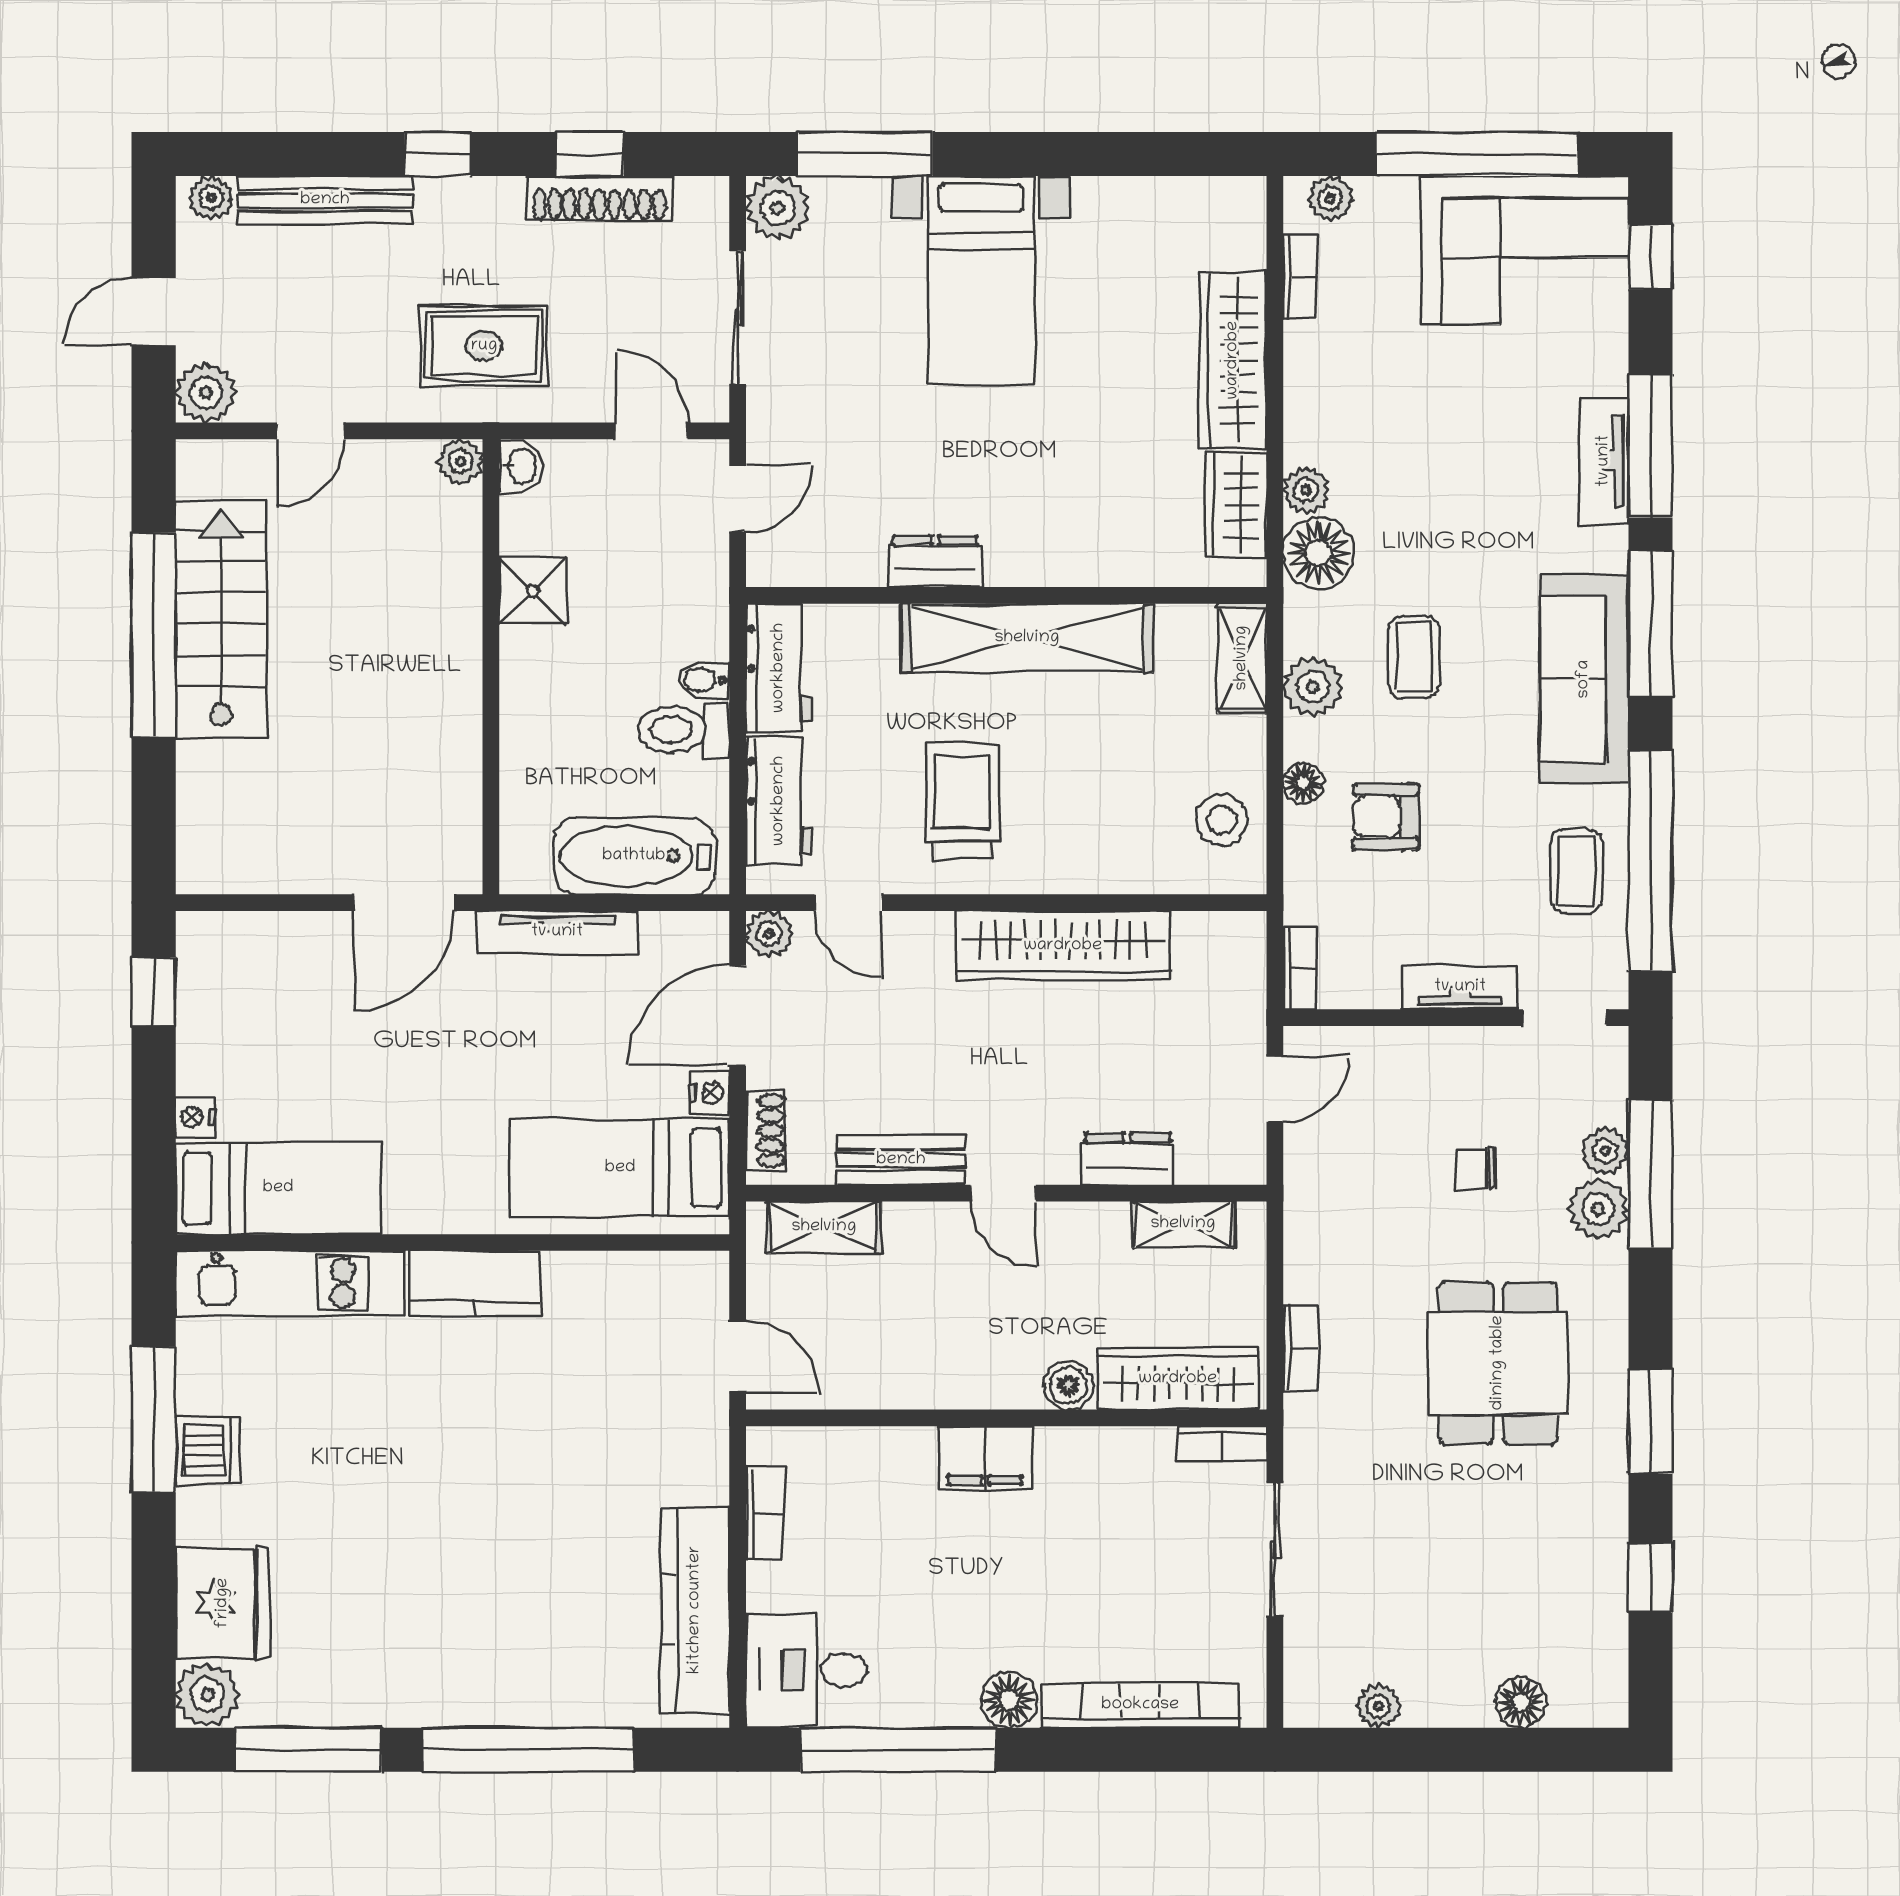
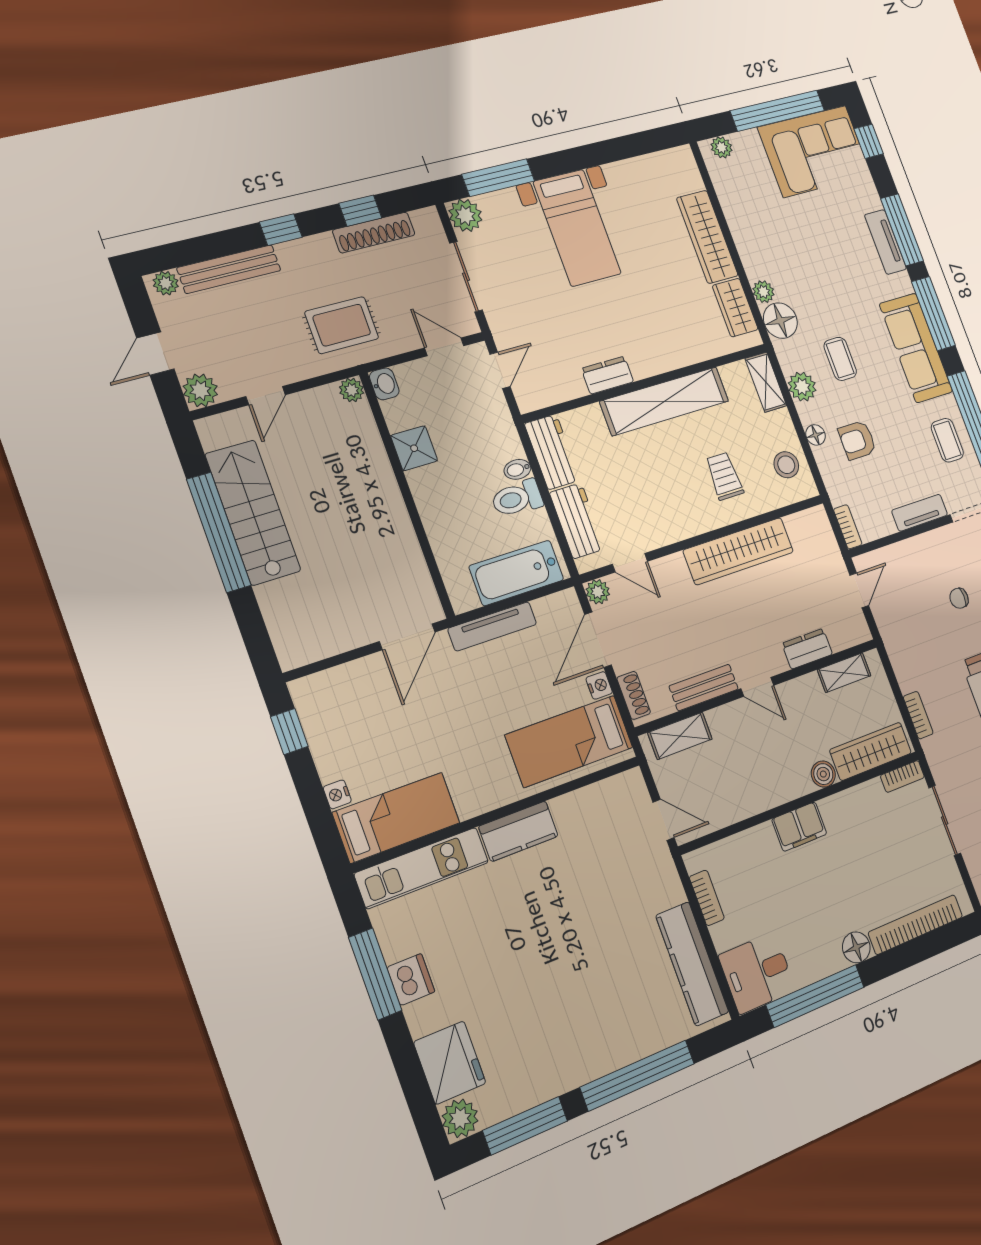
bookcase: (1300, 276) -> (722, 188), removed
trolley: (962, 800) -> (724, 476), moved, width x0.73, depth x0.72

